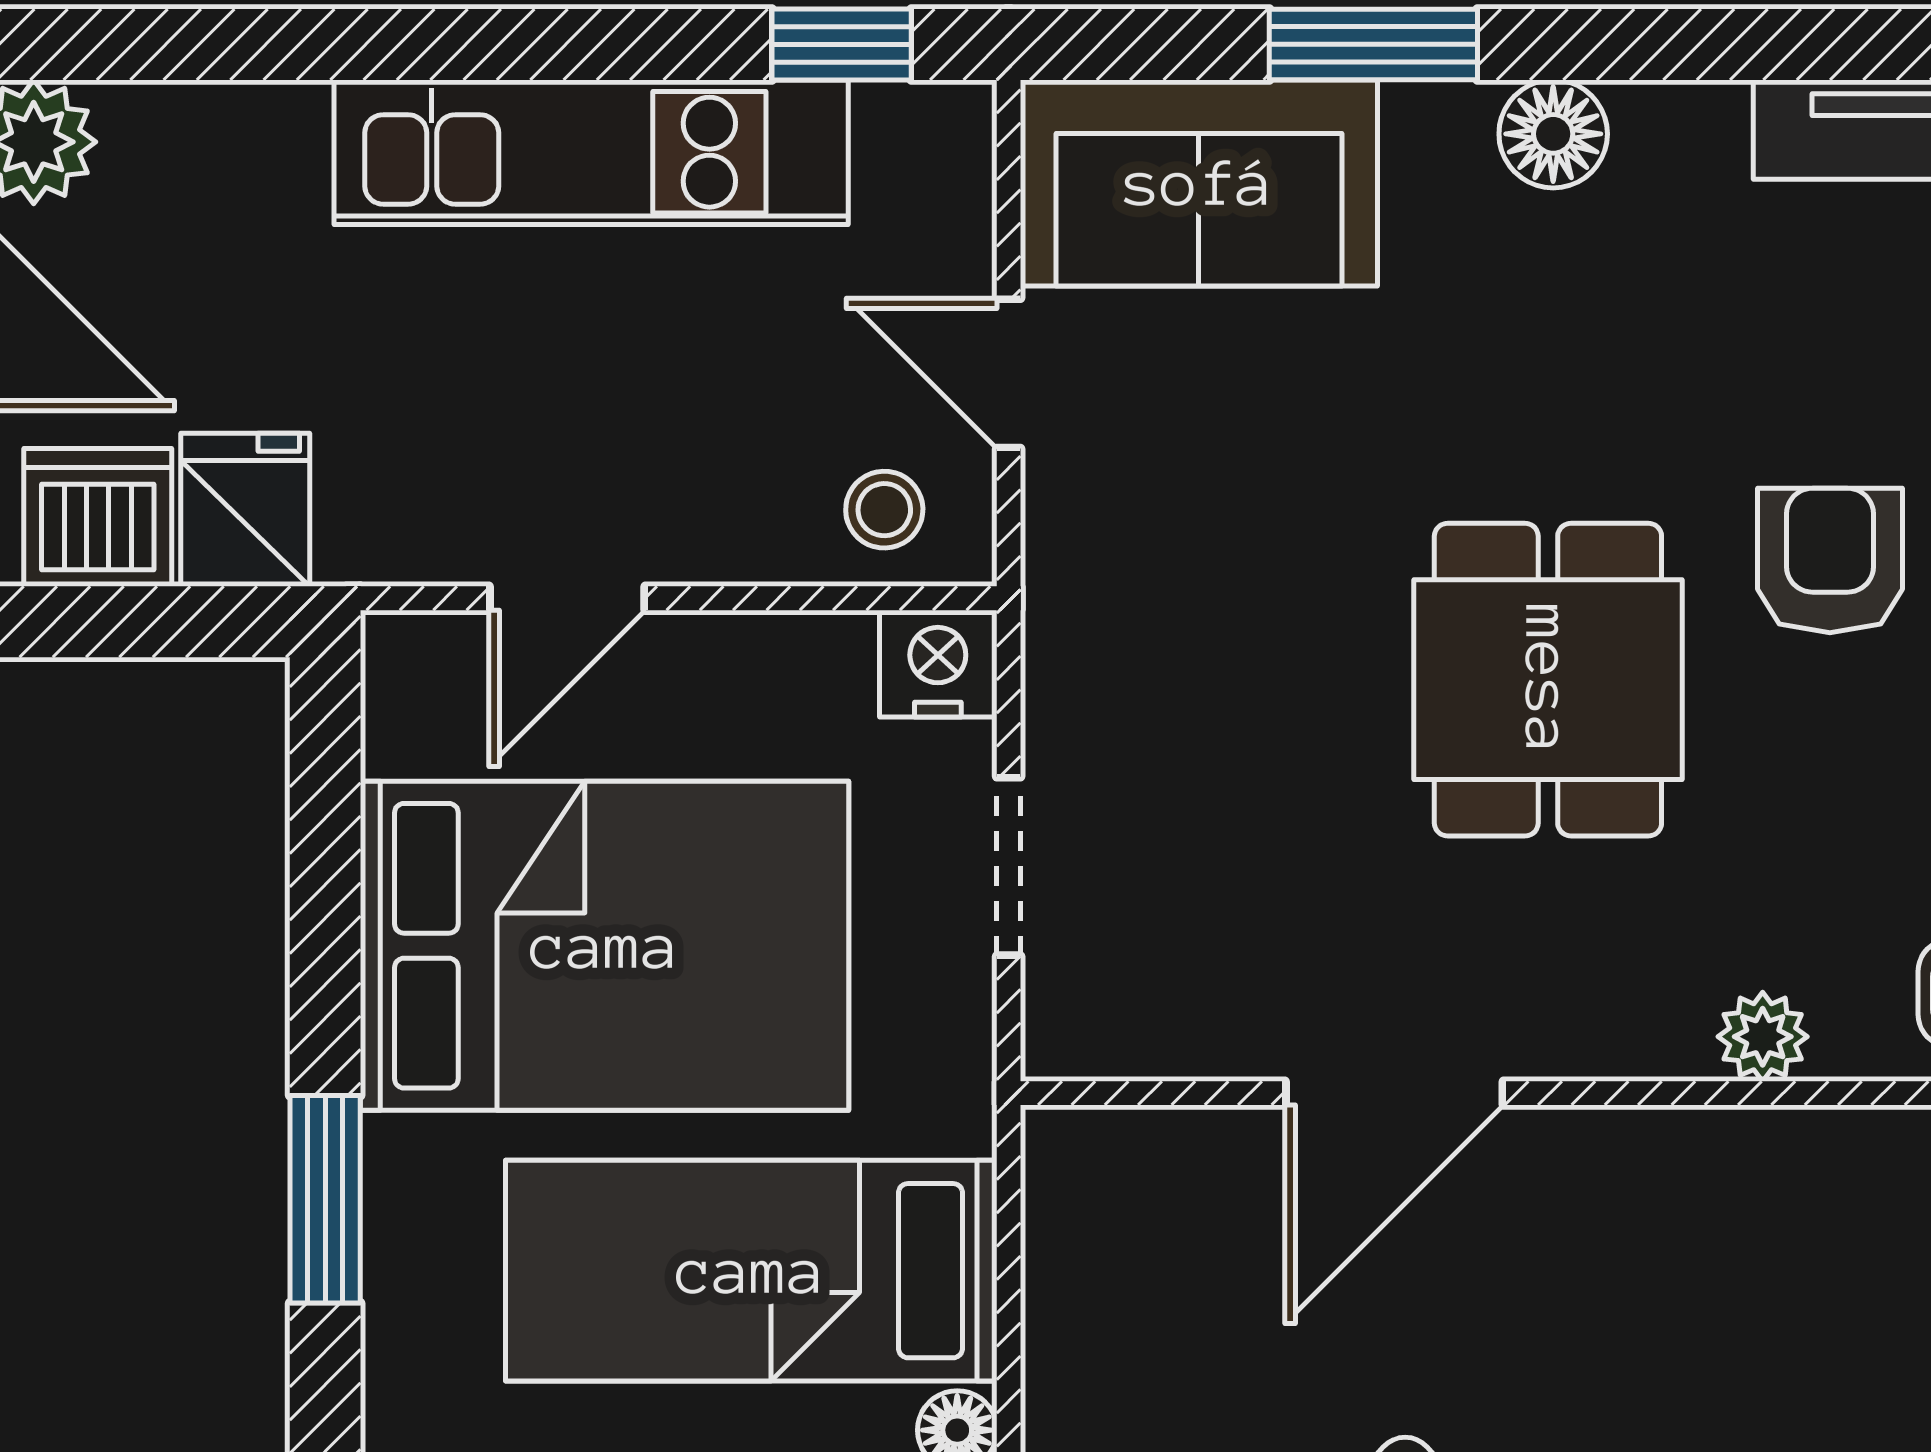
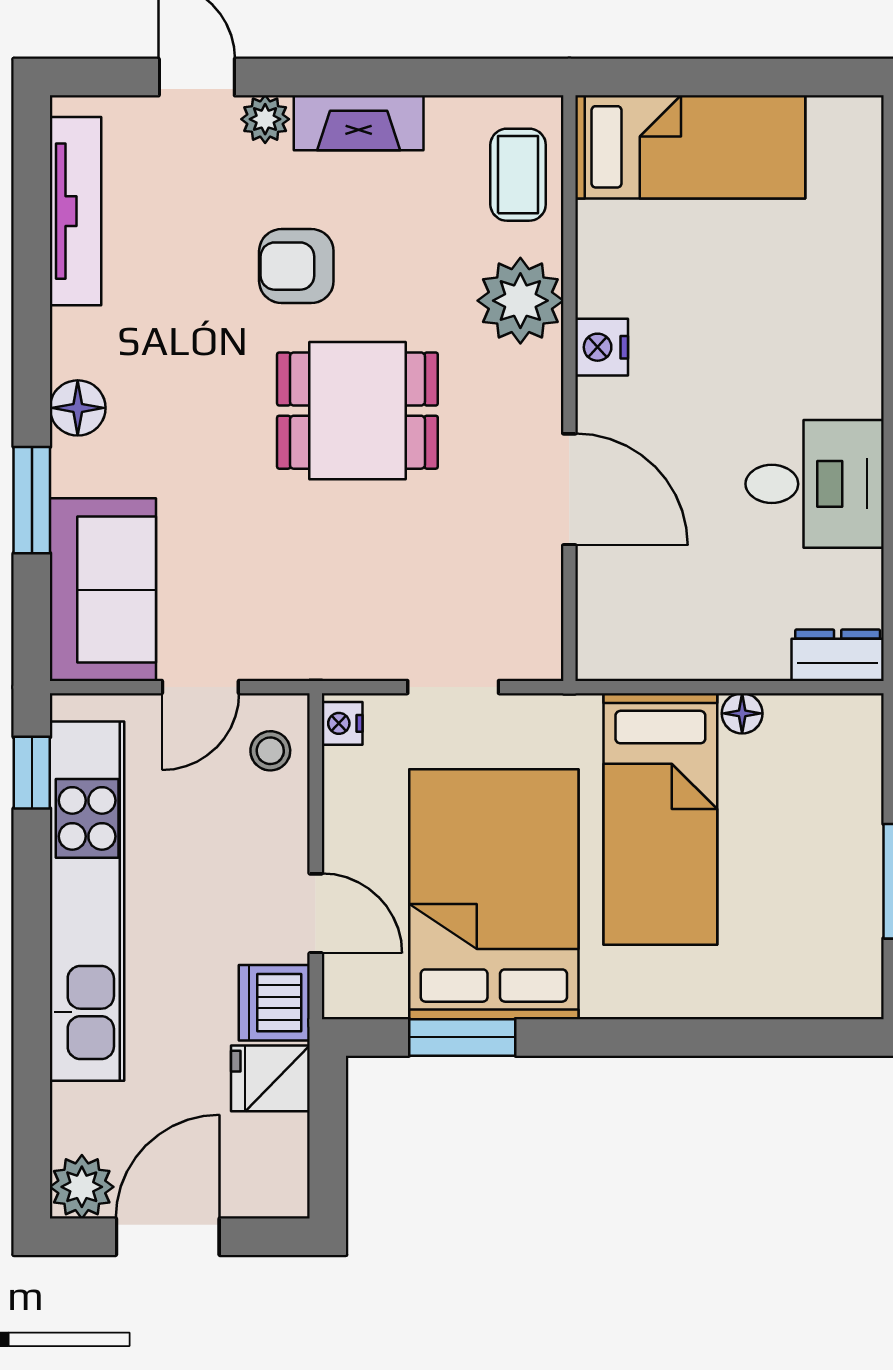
kitchen unit: (591, 152) -> (87, 901), width x1.36
dishwasher: (98, 517) -> (274, 1003), moved
nightstand: (938, 664) -> (342, 723), width x0.72, depth x0.74
plant: (1763, 1037) -> (520, 301), width x1.88, depth x1.88
nightstand: (1672, 1156) -> (602, 347), added
window: (325, 1199) -> (462, 1037), moved

